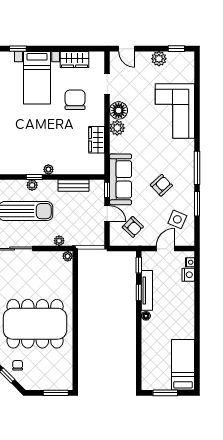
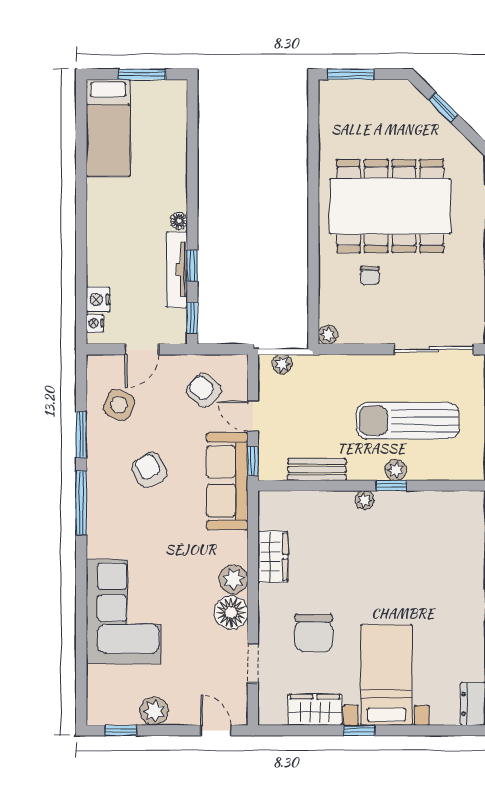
window: (18, 49) -> (359, 730), moved
armchair: (161, 185) -> (149, 470), turned 104
plant: (59, 241) -> (282, 364), moved
chair: (18, 365) -> (370, 276), moved

